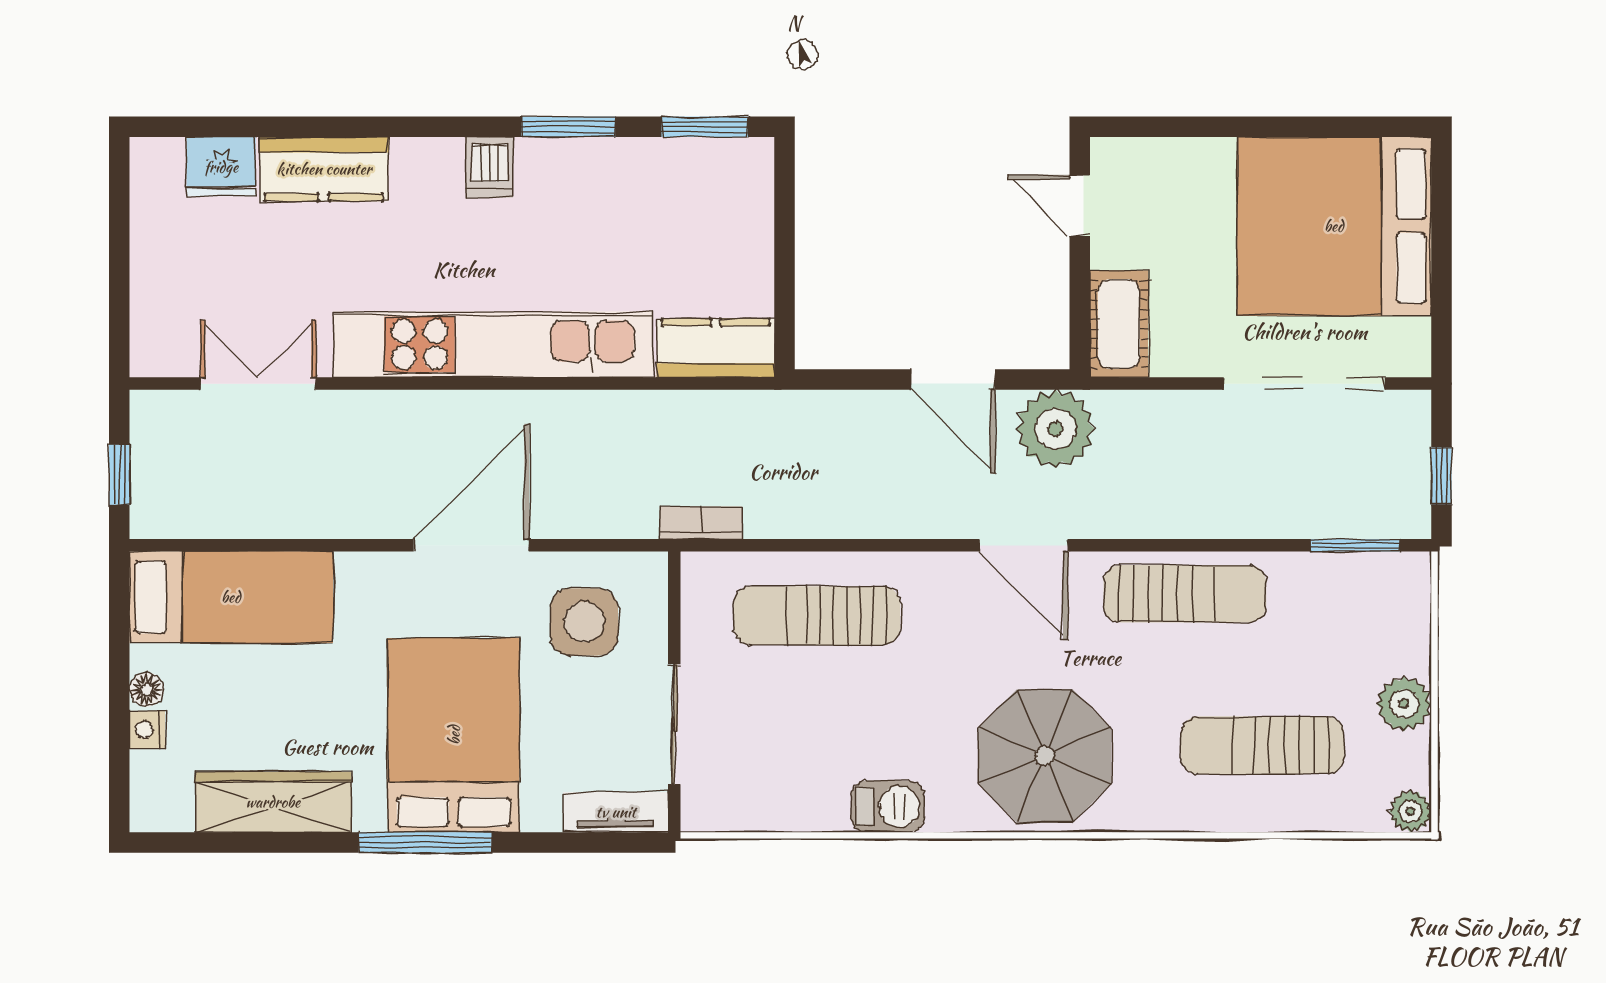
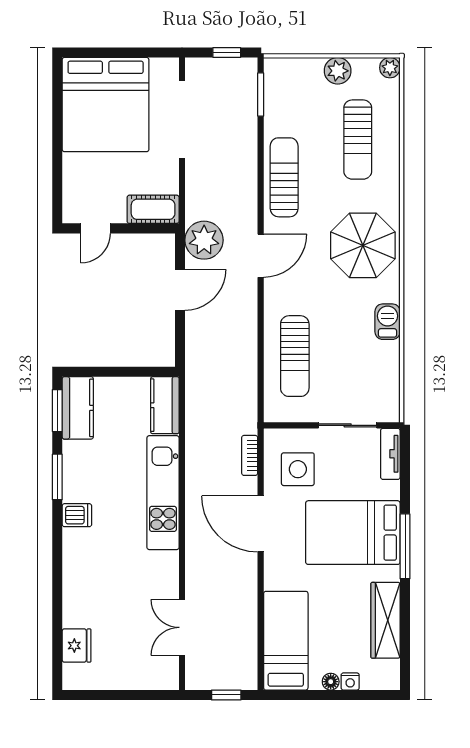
kitchen counter: (324, 169) -> (78, 408), moved
kitchen unit: (493, 344) -> (163, 493), width x0.73
bookcase: (701, 523) -> (250, 455), moved

